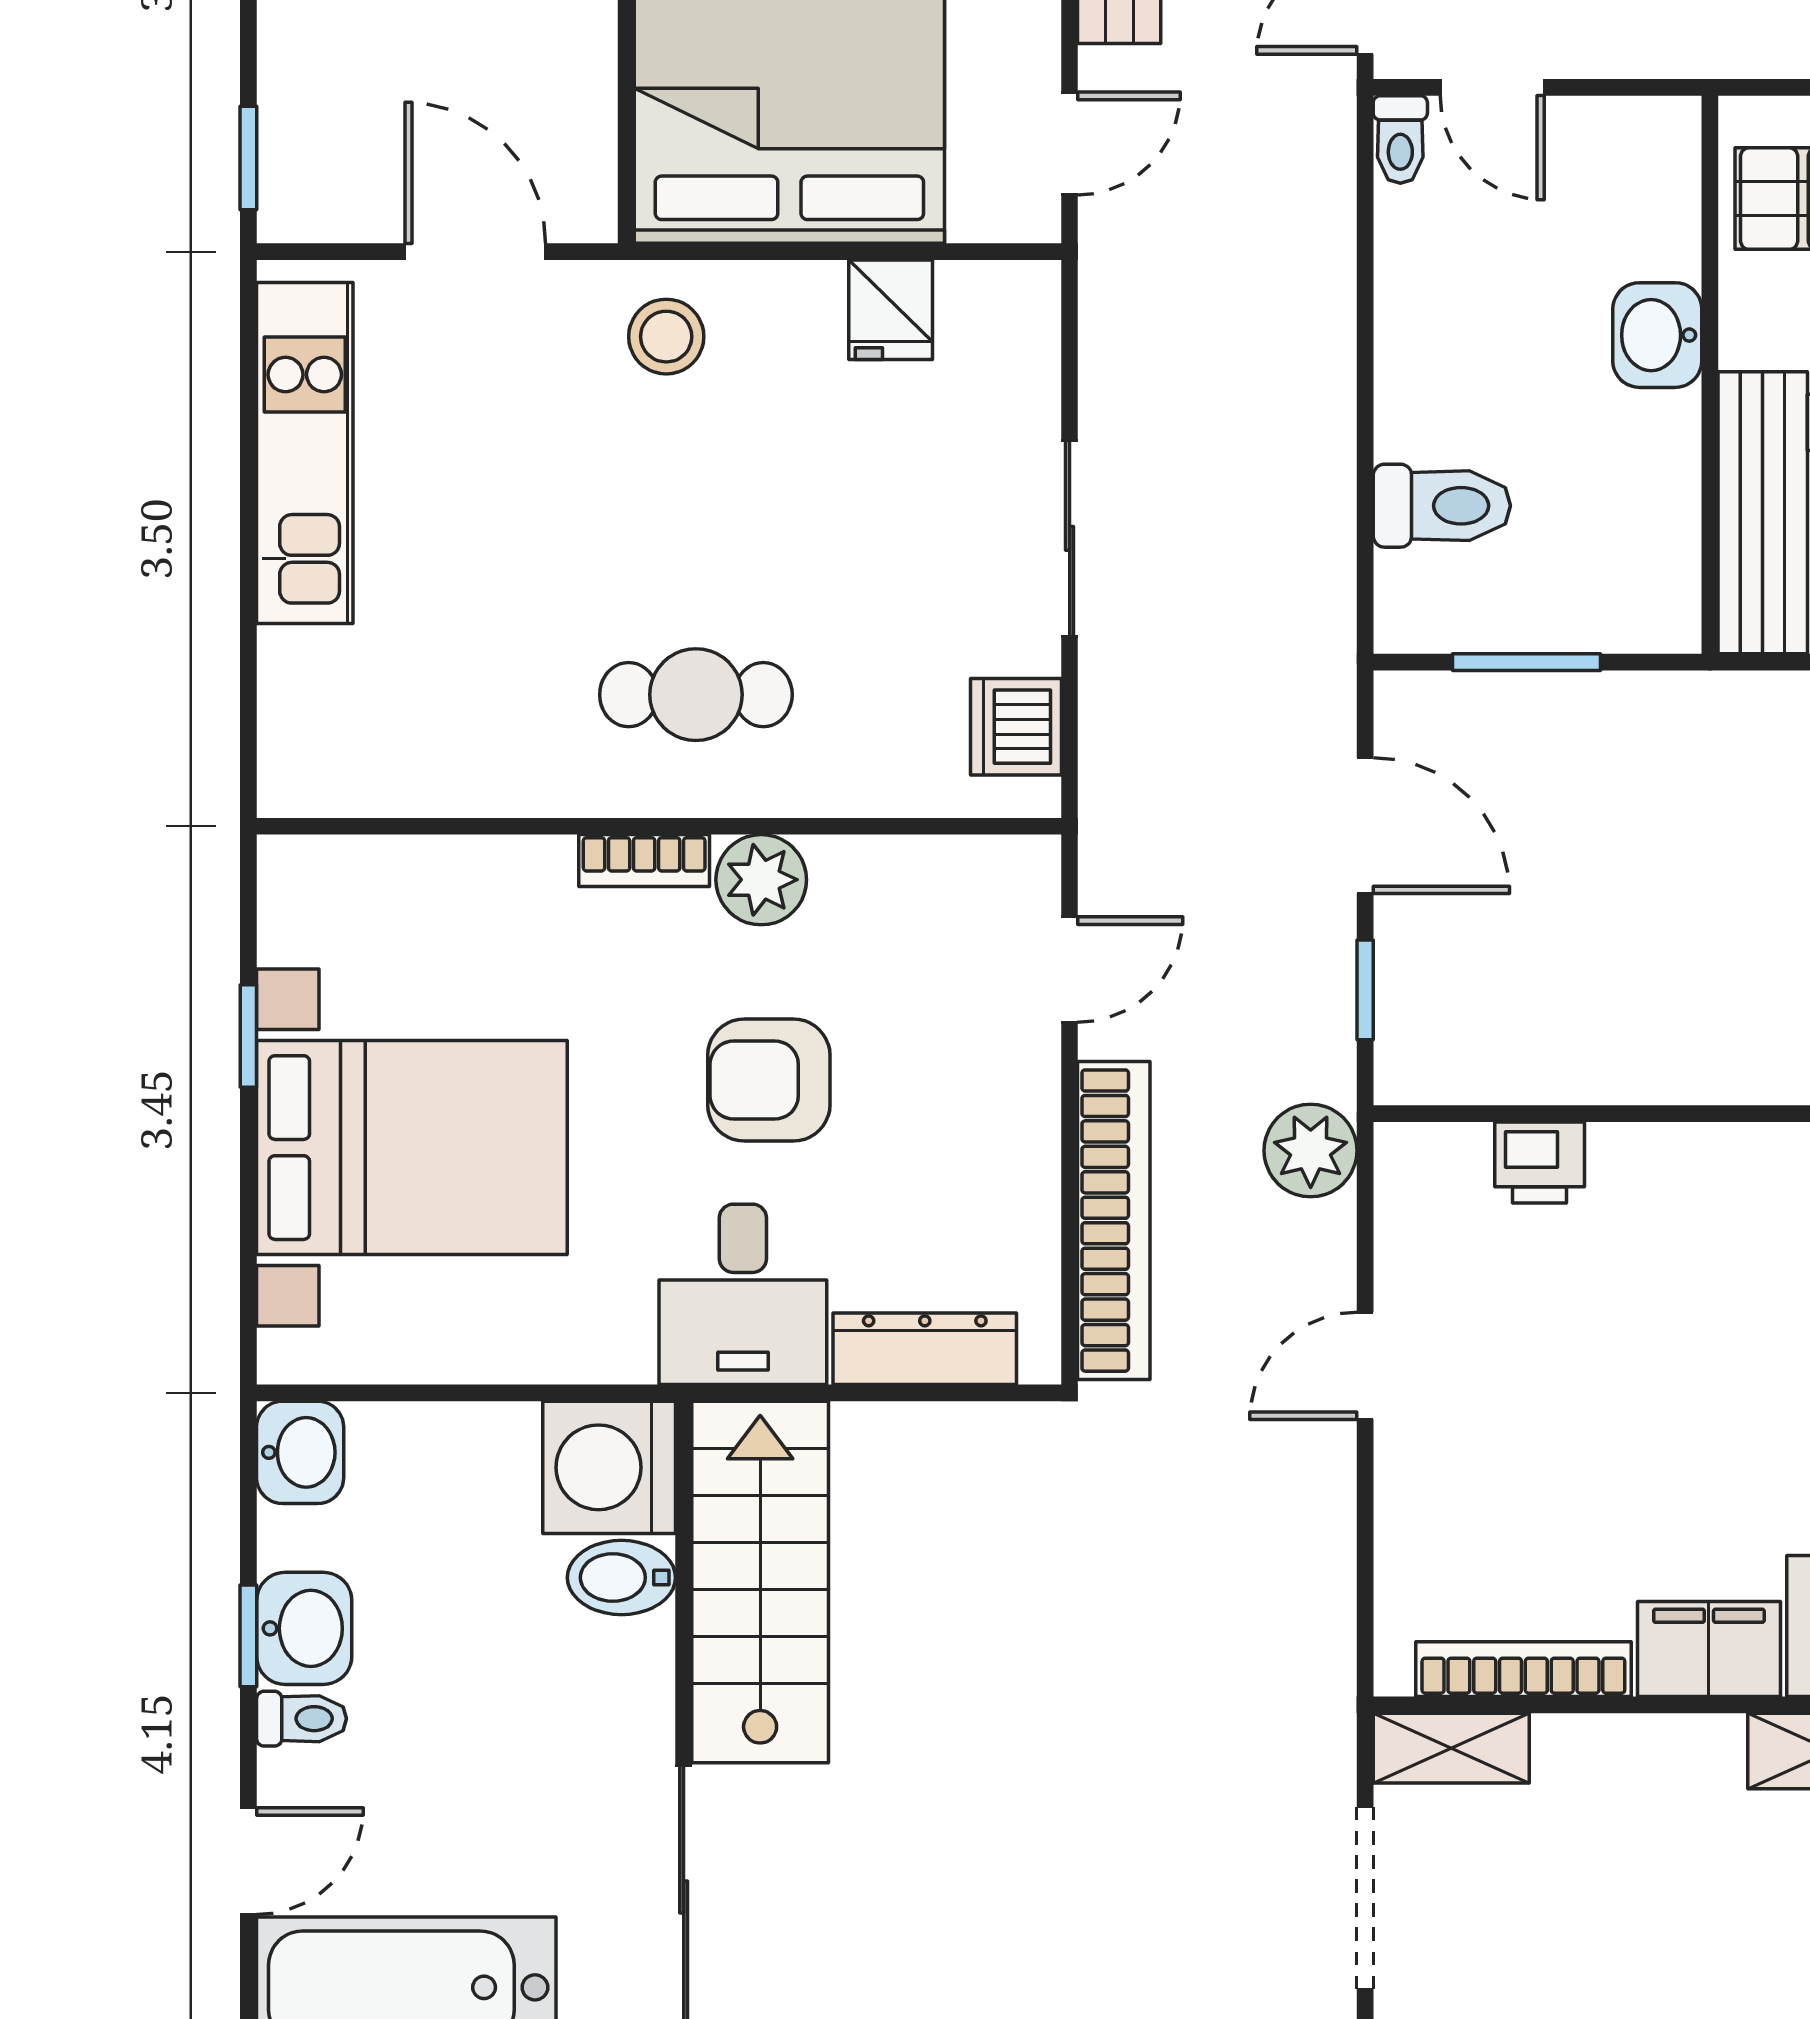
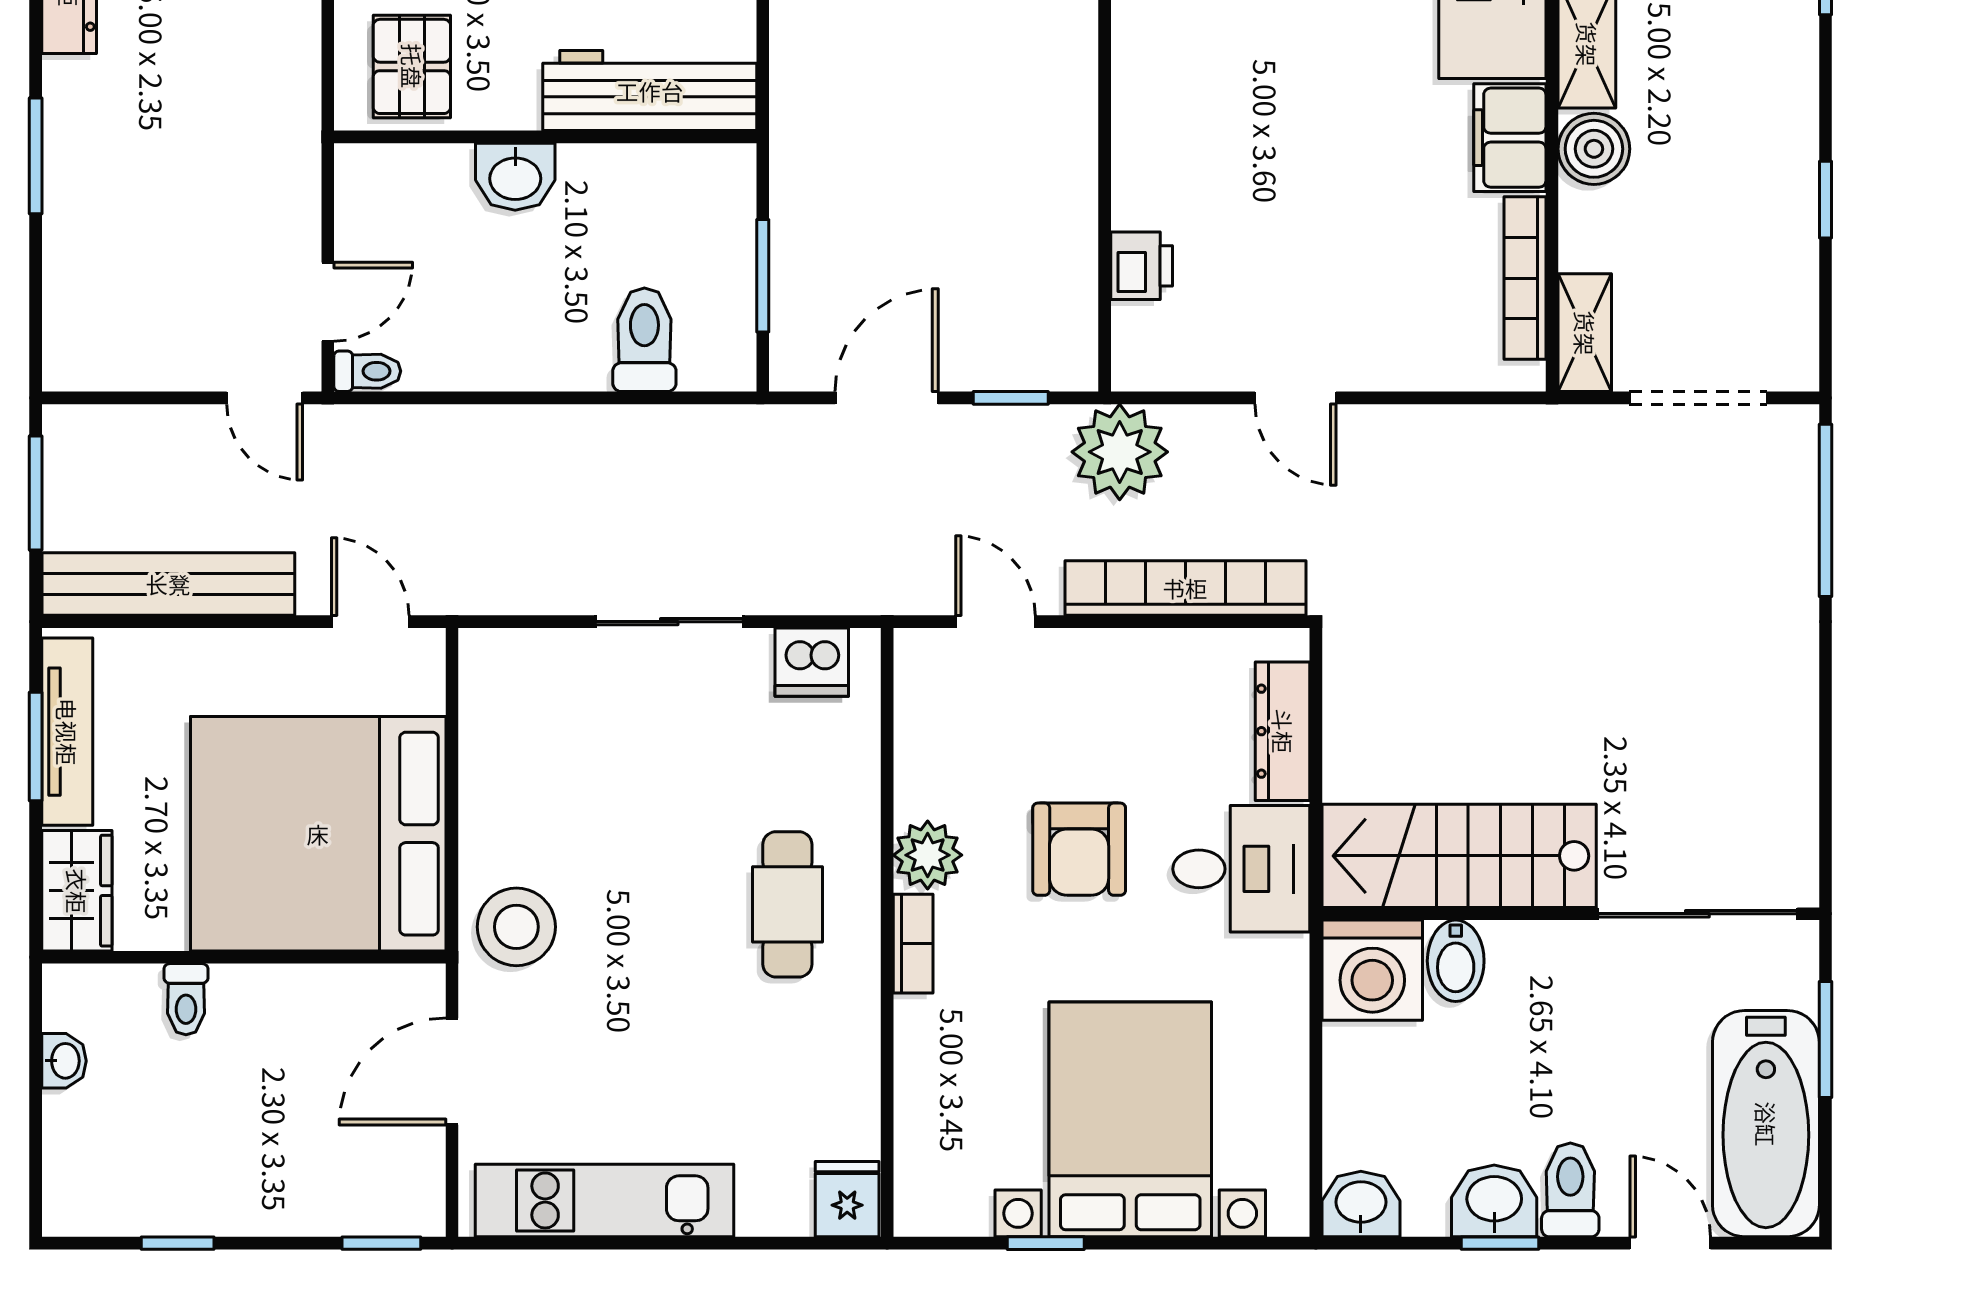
fridge: (891, 310) -> (847, 1199), moved, turned -90
stool: (666, 337) -> (516, 927), width x1.38, depth x1.38
plant: (1311, 1151) -> (1120, 452), width x1.36, depth x1.36
toilet: (302, 1719) -> (1570, 1190), width x1.37, depth x1.39
boiler: (1694, 1760) -> (1594, 149), added

